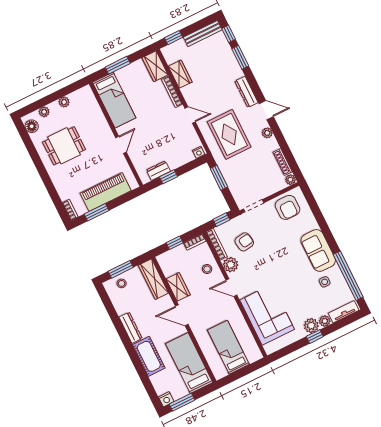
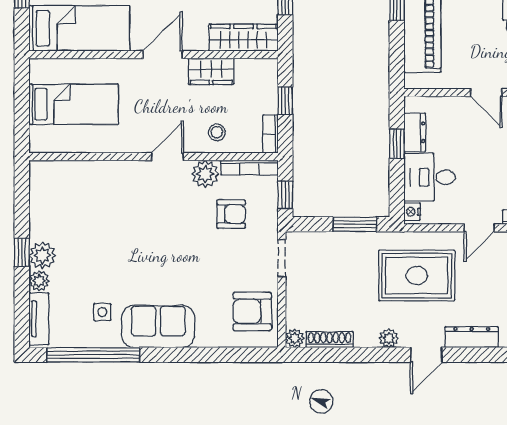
desk: (177, 152) -> (430, 177), added
armchair: (244, 242) -> (231, 214), turned -81
corner sofa: (267, 315) -> (95, 193), removed

